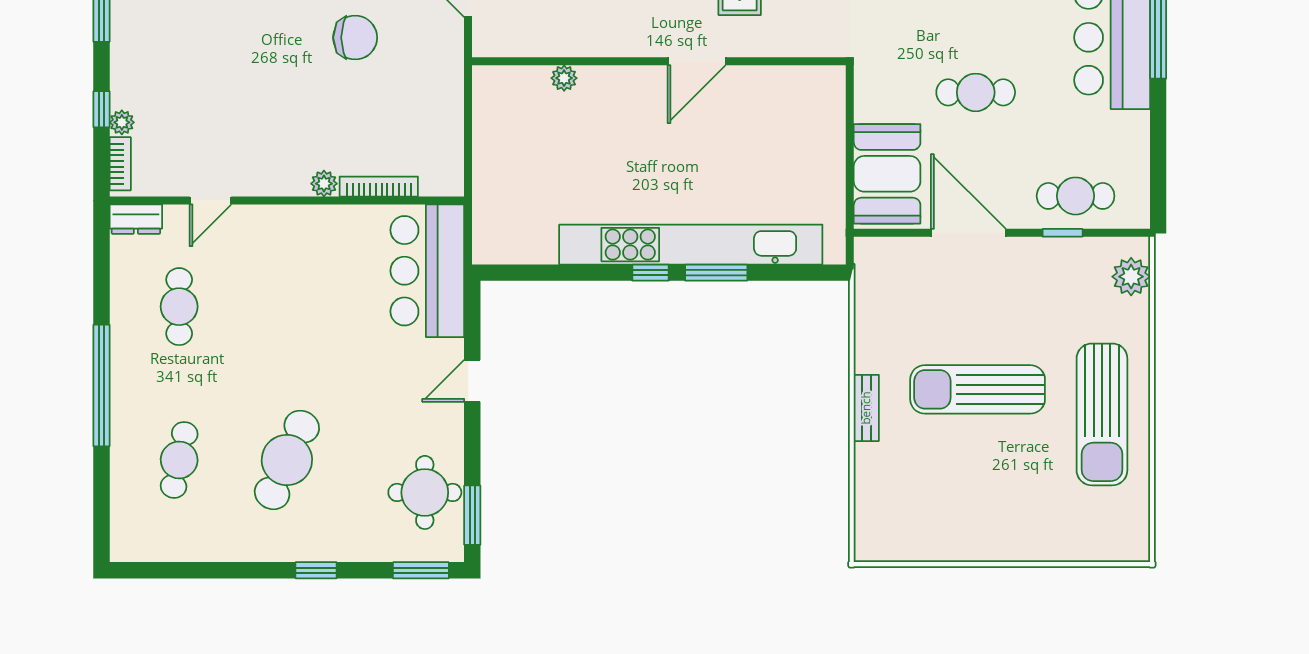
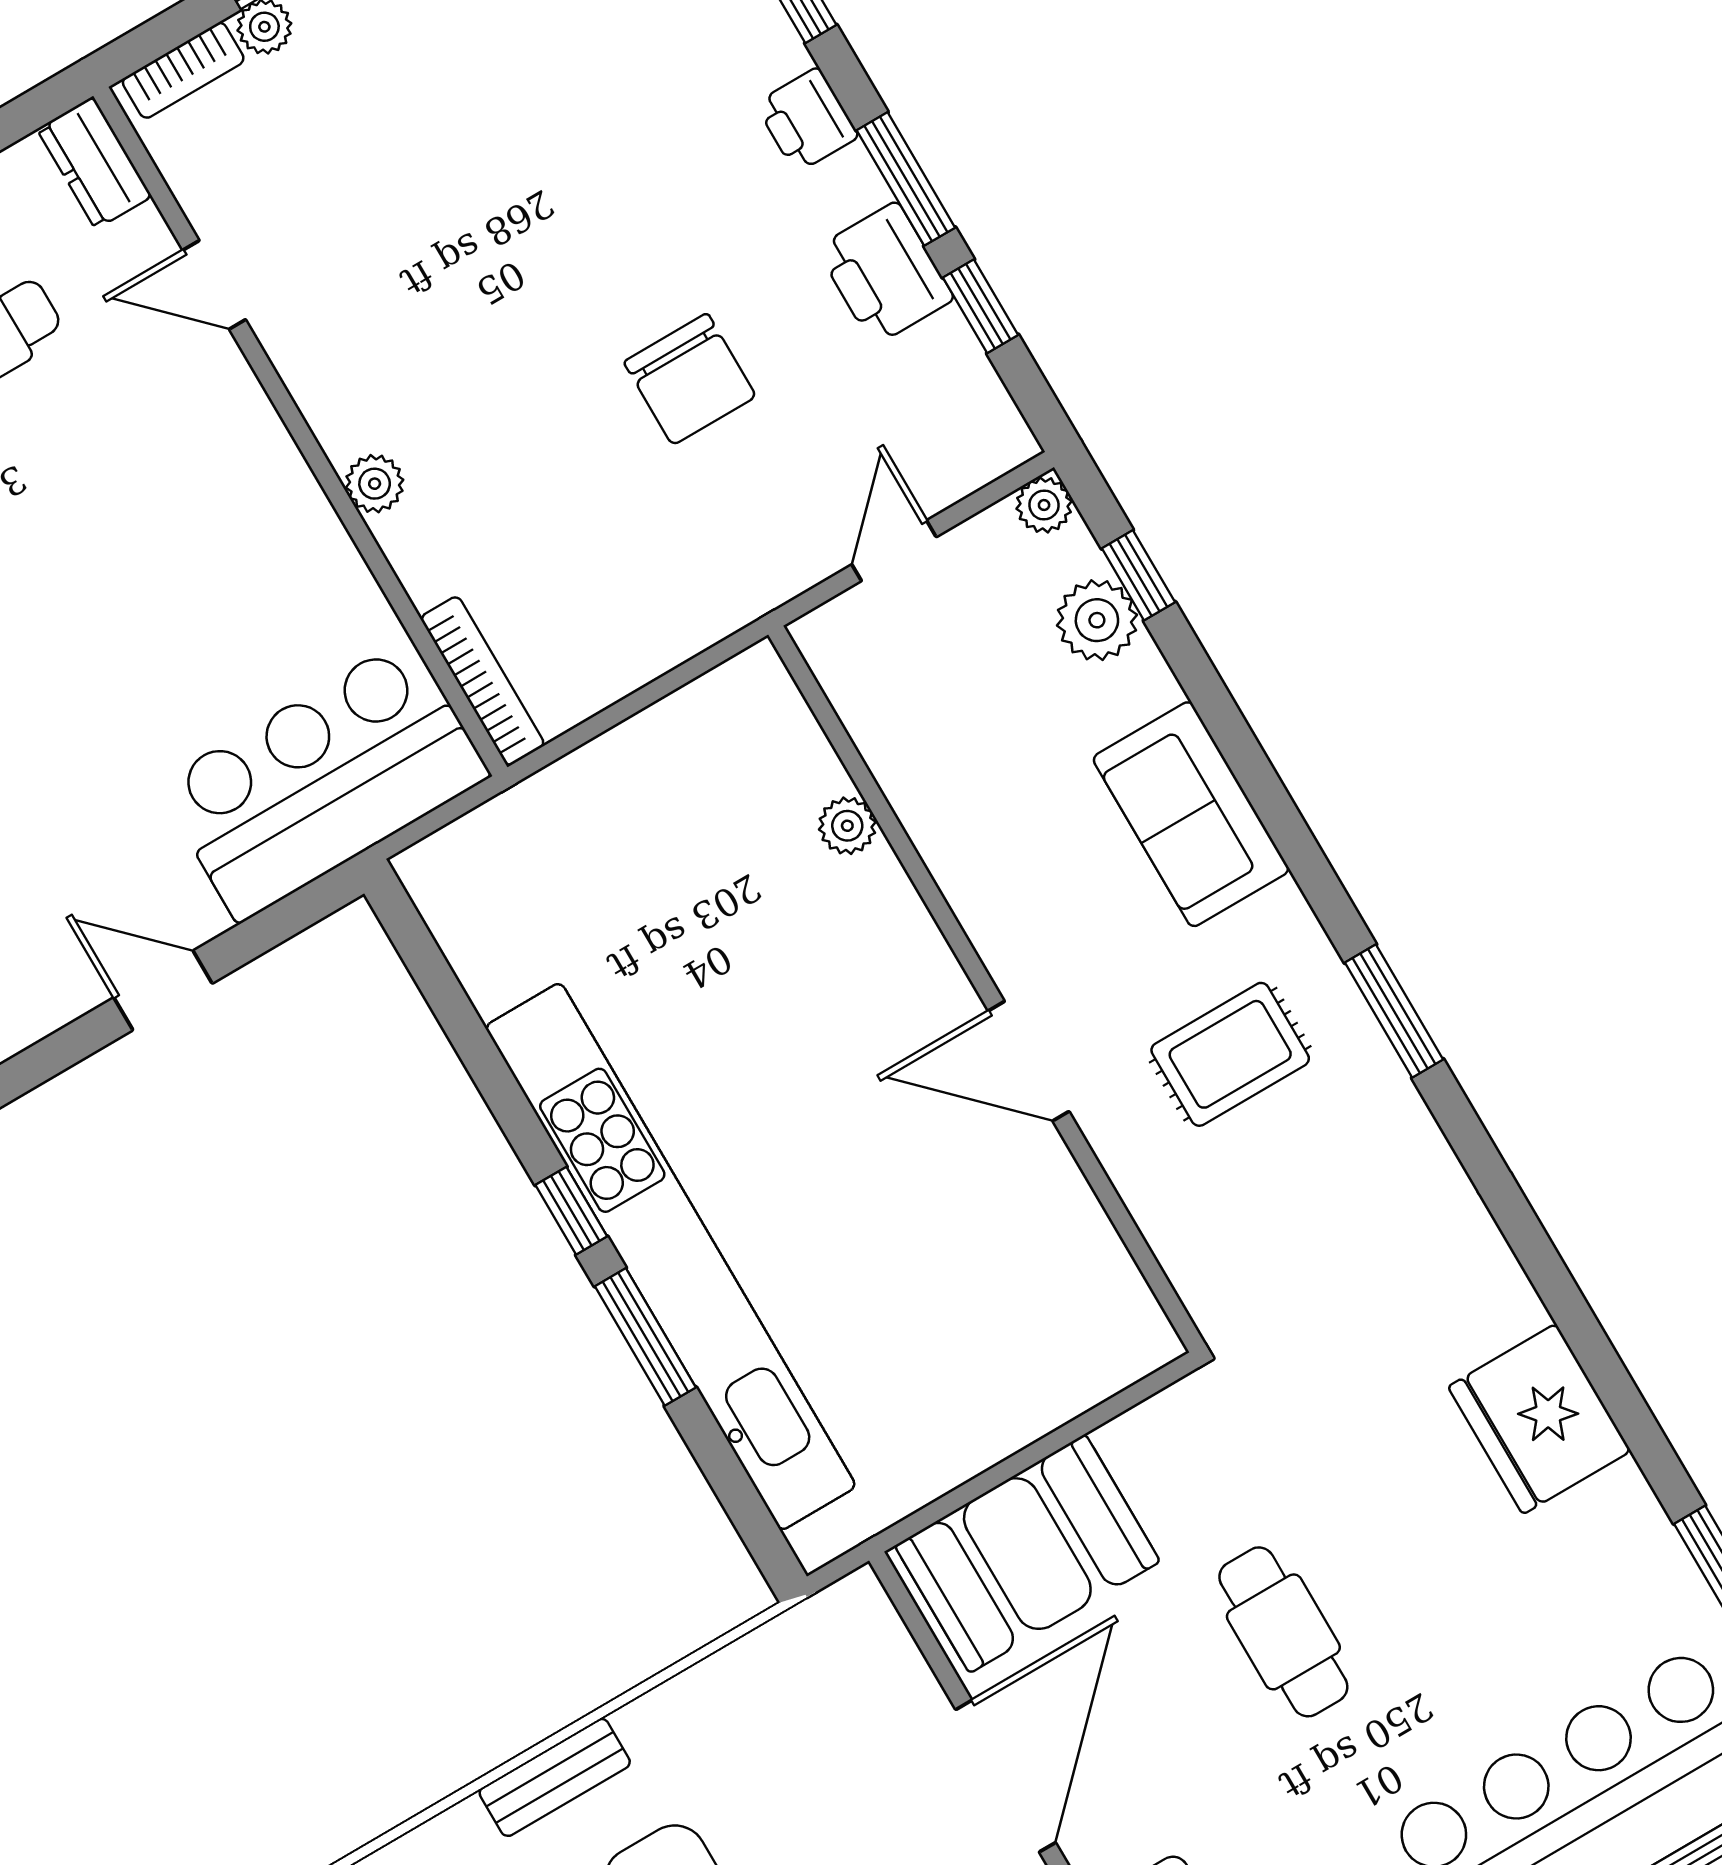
bookcase: (379, 187) -> (483, 681), moved

